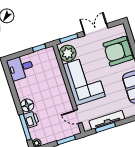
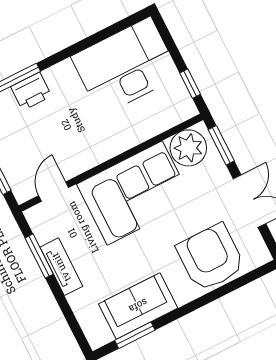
desk: (21, 68) -> (126, 66), width x1.87, depth x1.30
floor lamp: (27, 105) -> (61, 77), removed
tv unit: (107, 120) -> (61, 267), width x0.71

